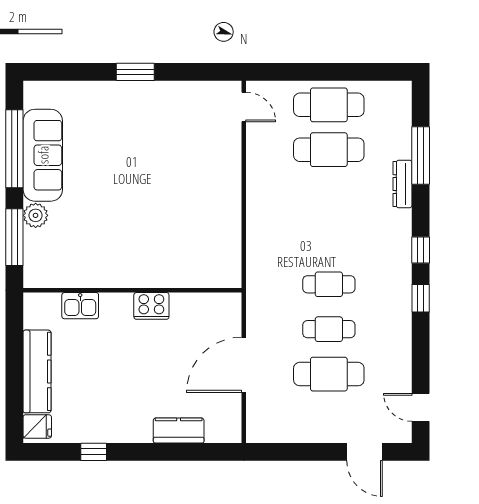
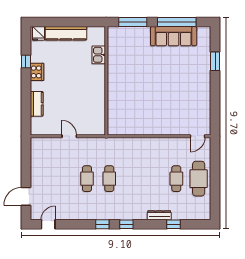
window: (135, 72) -> (215, 61), moved
cafe table: (329, 150) -> (176, 179), width x0.73, depth x0.74
window: (421, 156) -> (173, 224), width x0.46
plant: (36, 215) -> (144, 33), removed
cooker: (151, 306) -> (37, 72), moved, turned 180
door: (244, 365) -> (69, 136), width x0.53
cafe table: (329, 374) -> (65, 179), removed

